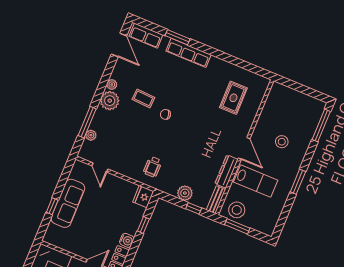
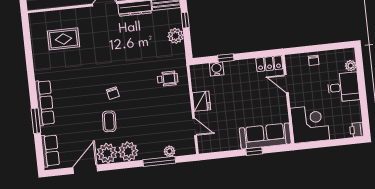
door: (119, 45) -> (85, 169), moved
plant: (112, 85) -> (107, 153), width x1.88, depth x1.88
door: (100, 167) -> (195, 127), hinge flipped
fridge: (143, 197) -> (201, 101), moved, turned -90
sofa: (68, 203) -> (265, 136), moved
water cooler: (127, 240) -> (217, 69), moved

